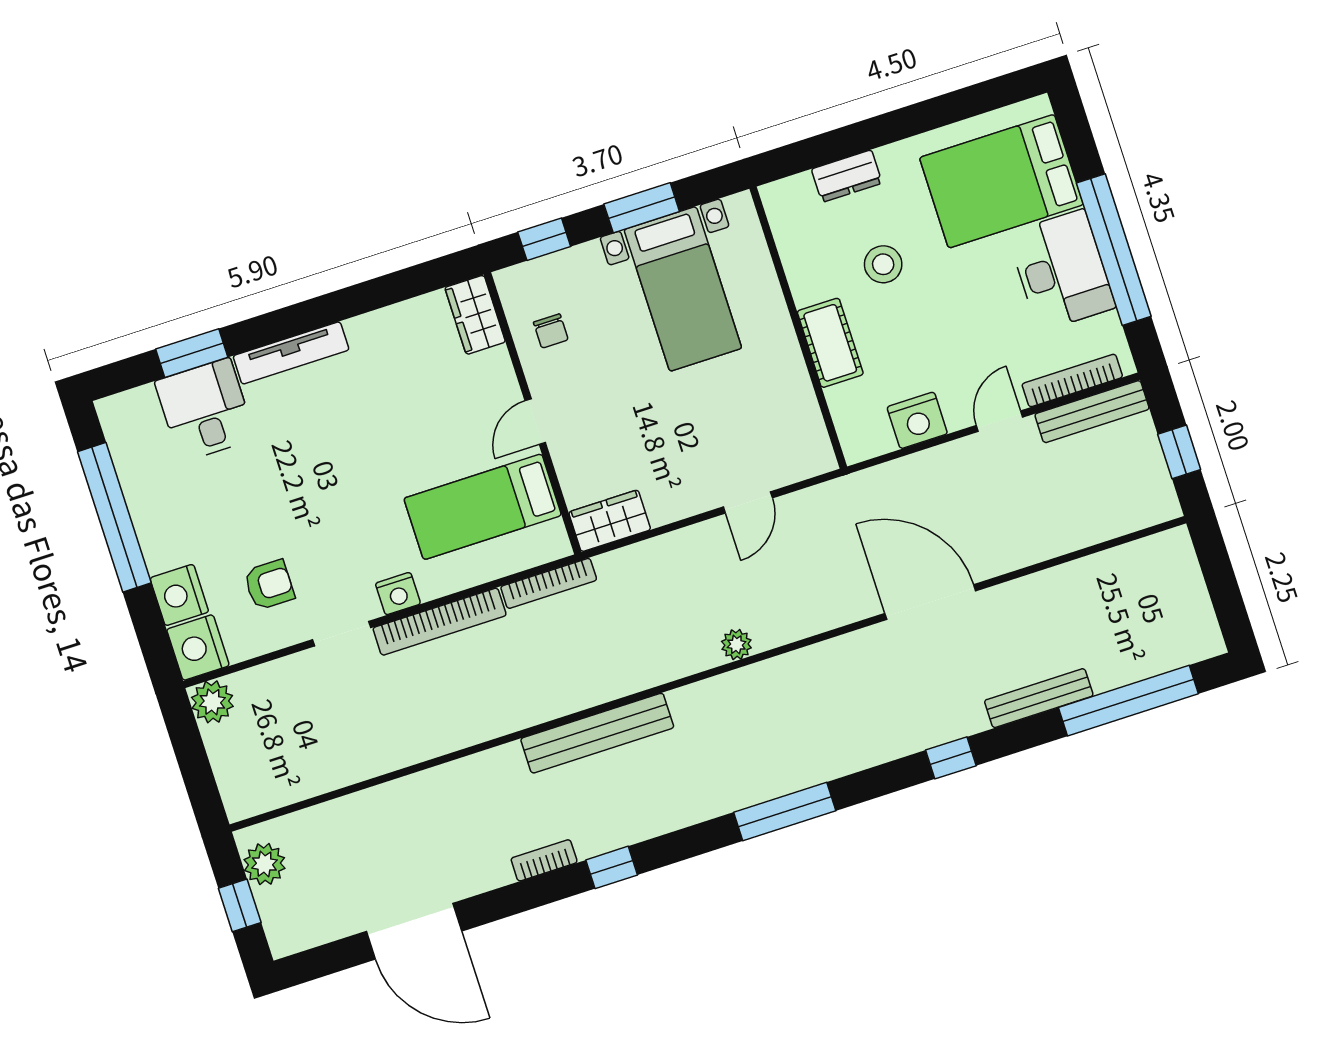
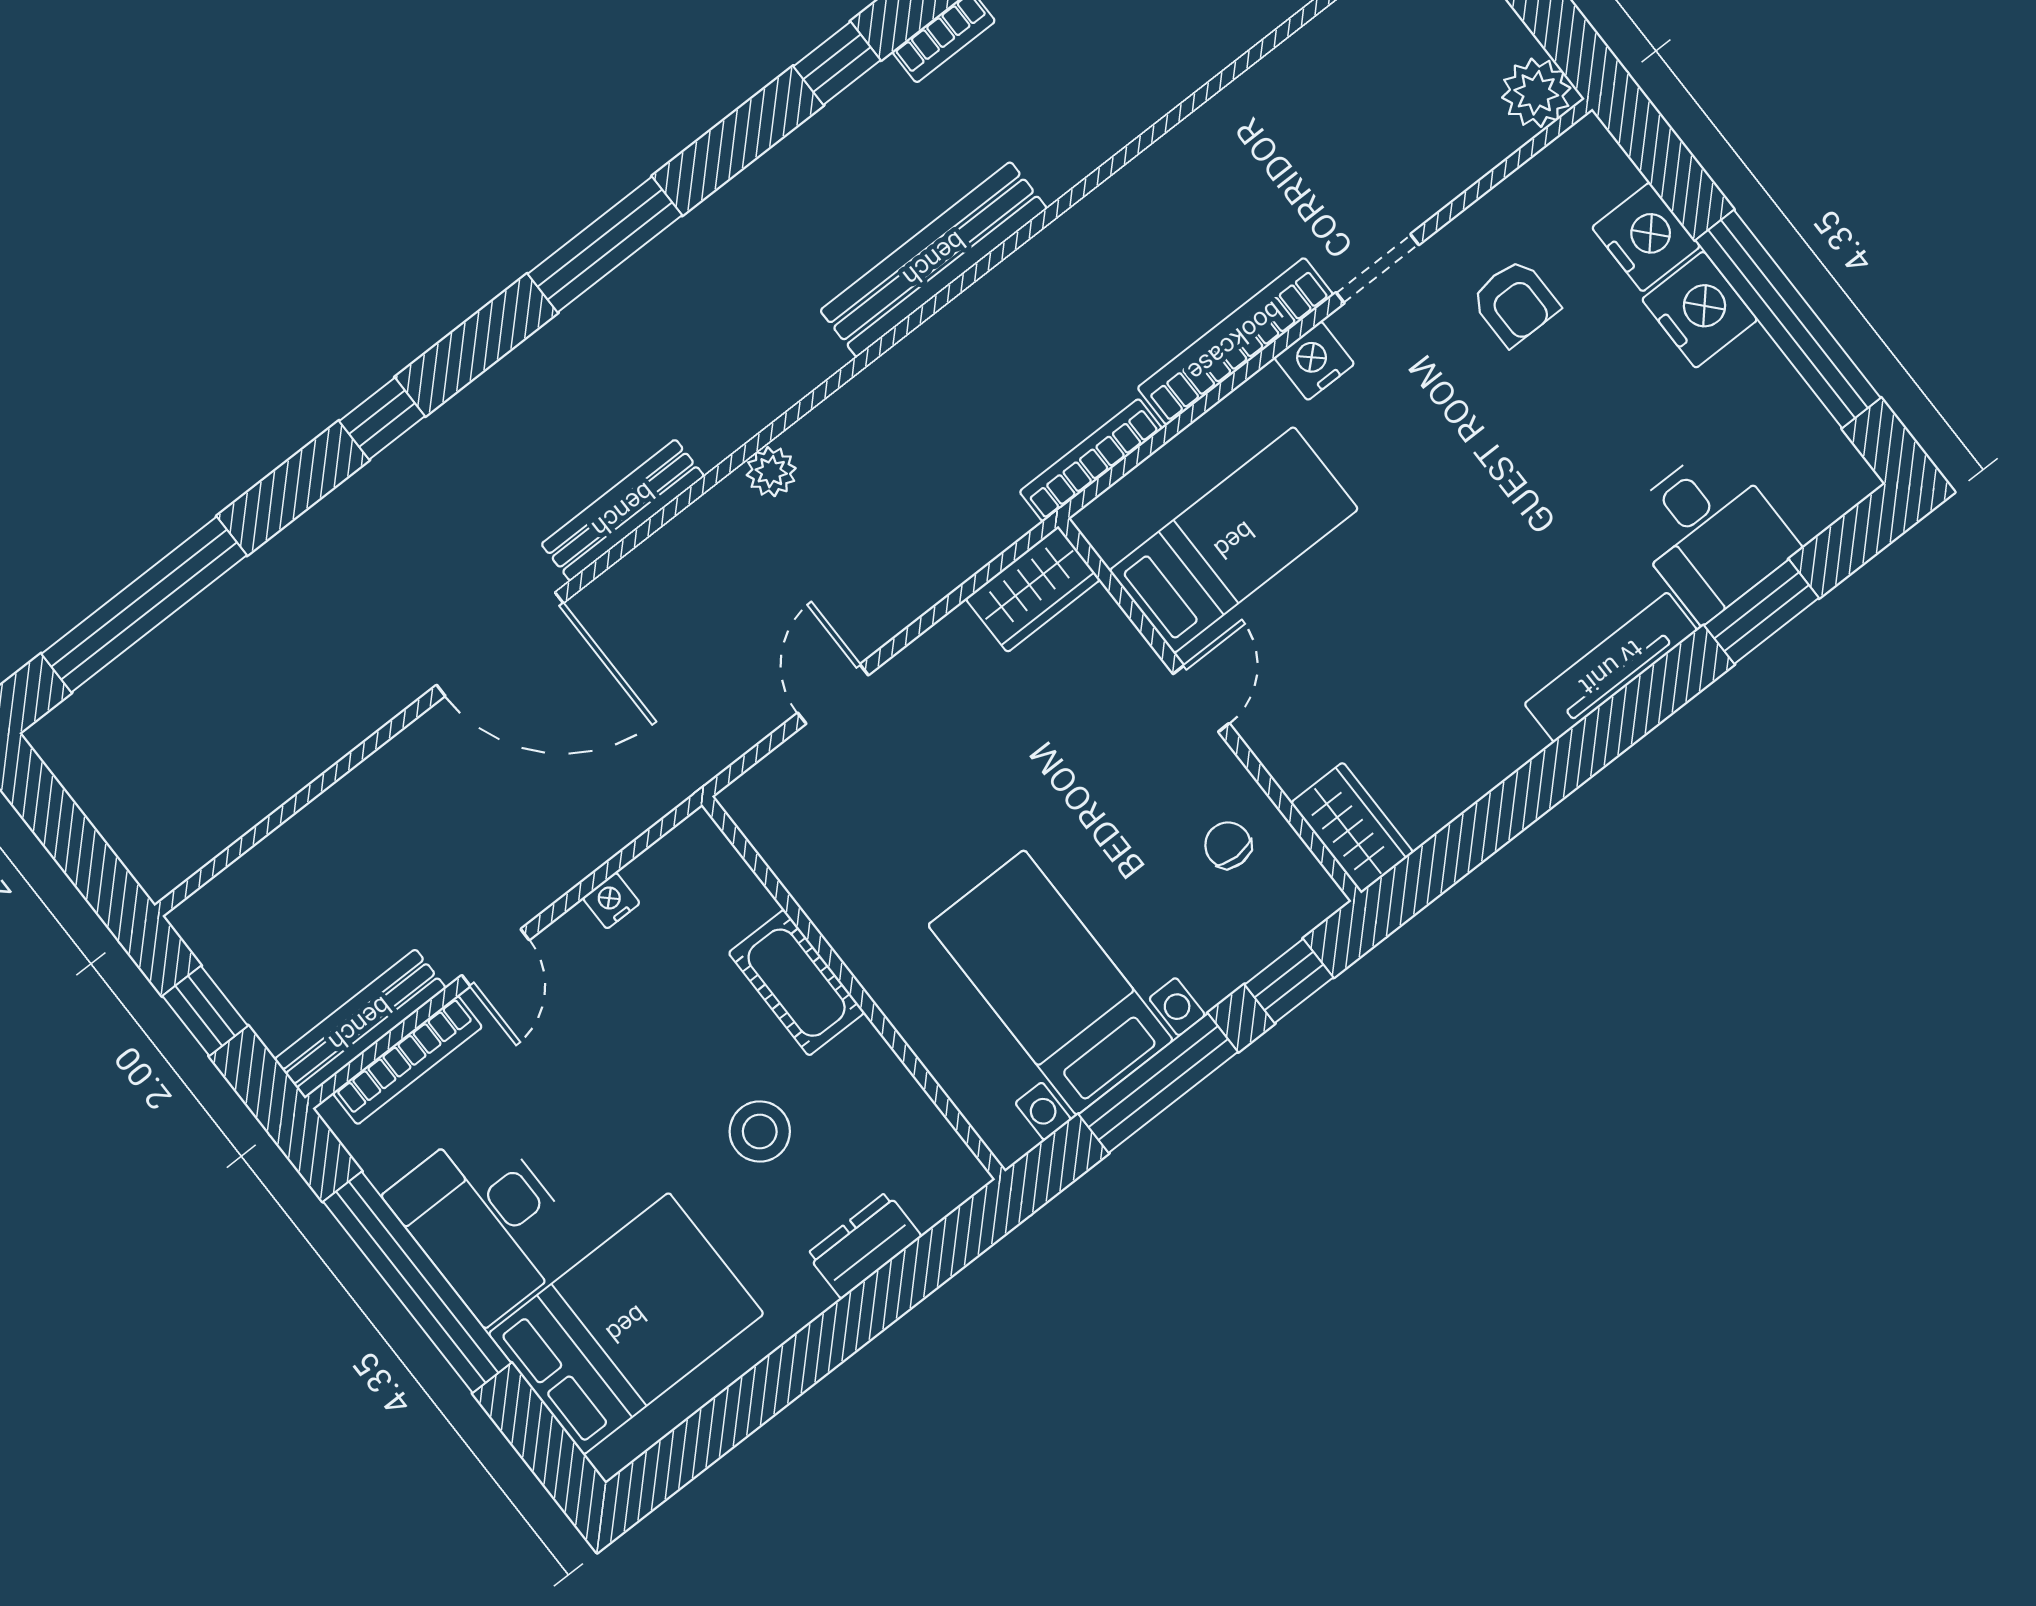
window: (642, 208) -> (1158, 1083), width x1.44
nightstand: (917, 420) -> (611, 901), width x0.53, depth x0.56
armchair: (269, 585) -> (1515, 302), turned -90
nightstand: (198, 647) -> (1700, 310), moved
bench: (1039, 698) -> (623, 510), moved

